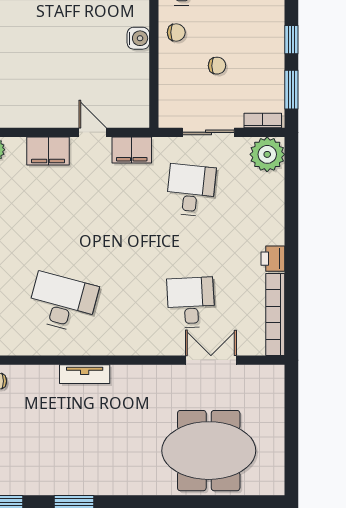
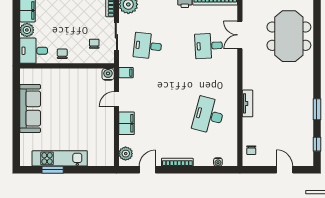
water cooler: (138, 38) -> (108, 74), moved
chair: (217, 66) -> (94, 44), moved
filing cabinet: (132, 150) -> (126, 73), width x0.50

